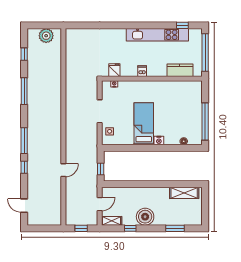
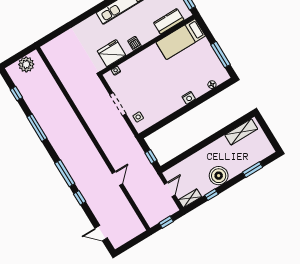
fridge: (114, 70) -> (111, 53), width x1.88, depth x1.34
window: (205, 122) -> (221, 55), width x0.68
bed: (144, 124) -> (181, 39), moved, turned -90

